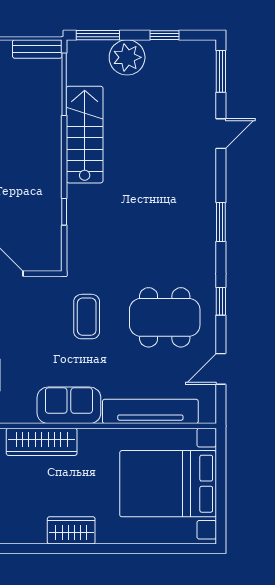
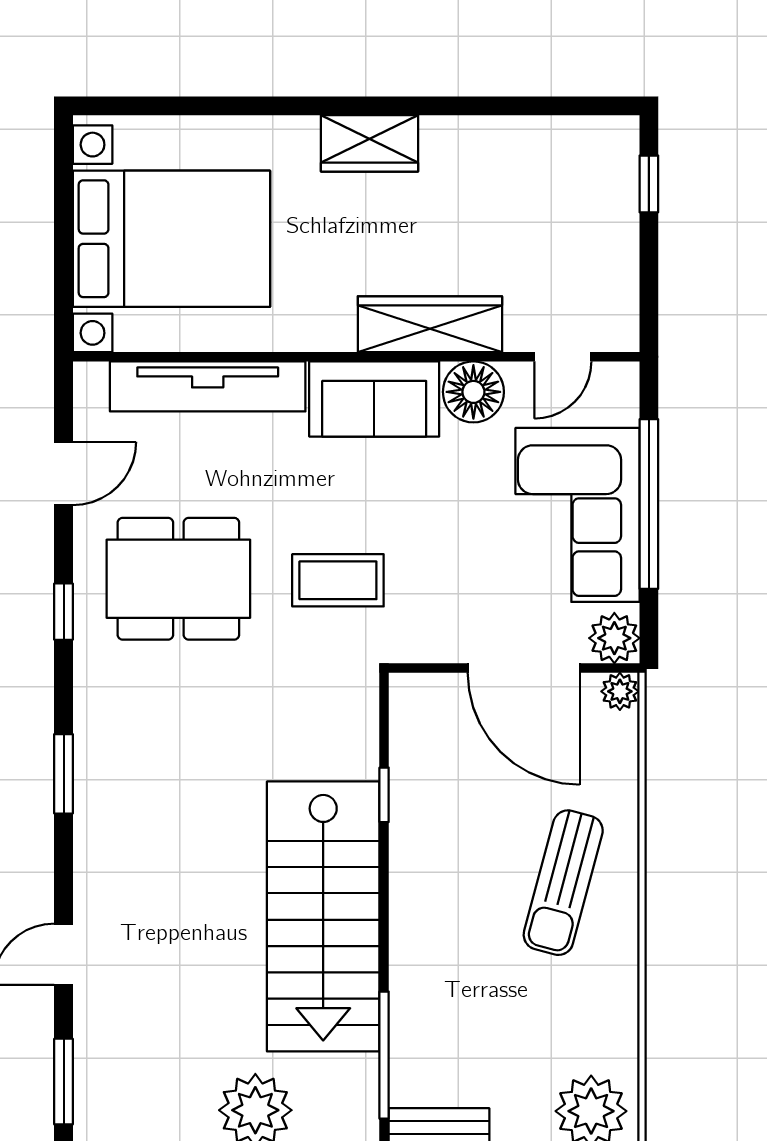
stairs: (85, 135) -> (323, 916), width x1.36, depth x1.51
coffee table: (87, 317) -> (338, 580), turned 90
floor lamp: (20, 409) -> (473, 392), added

